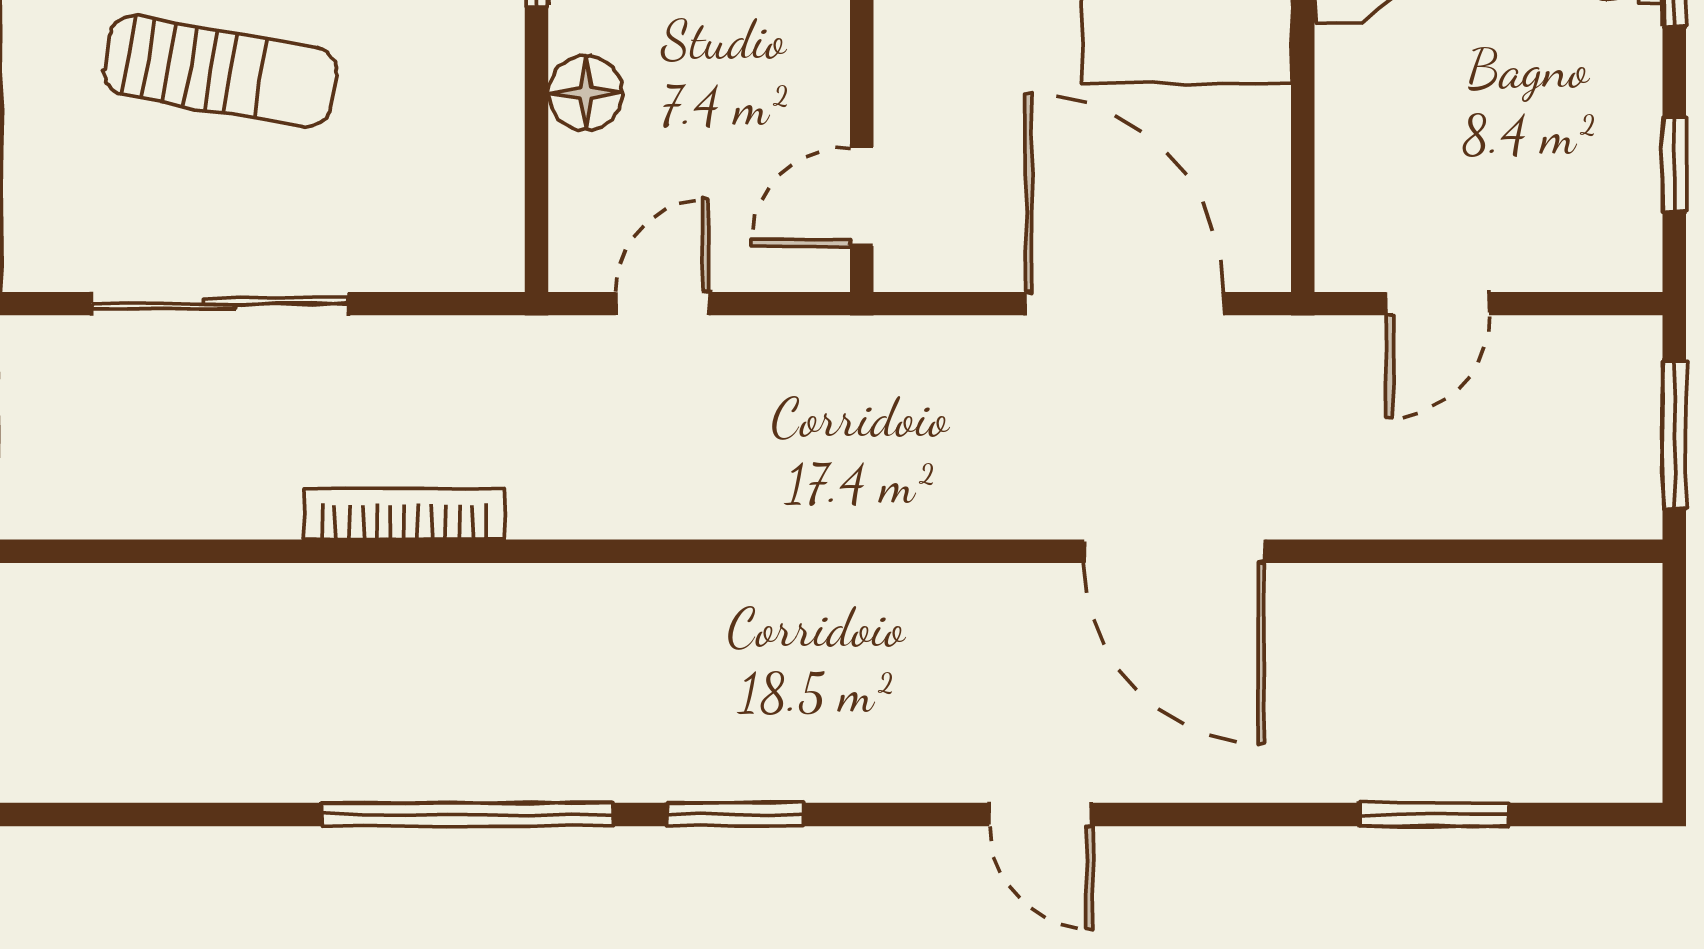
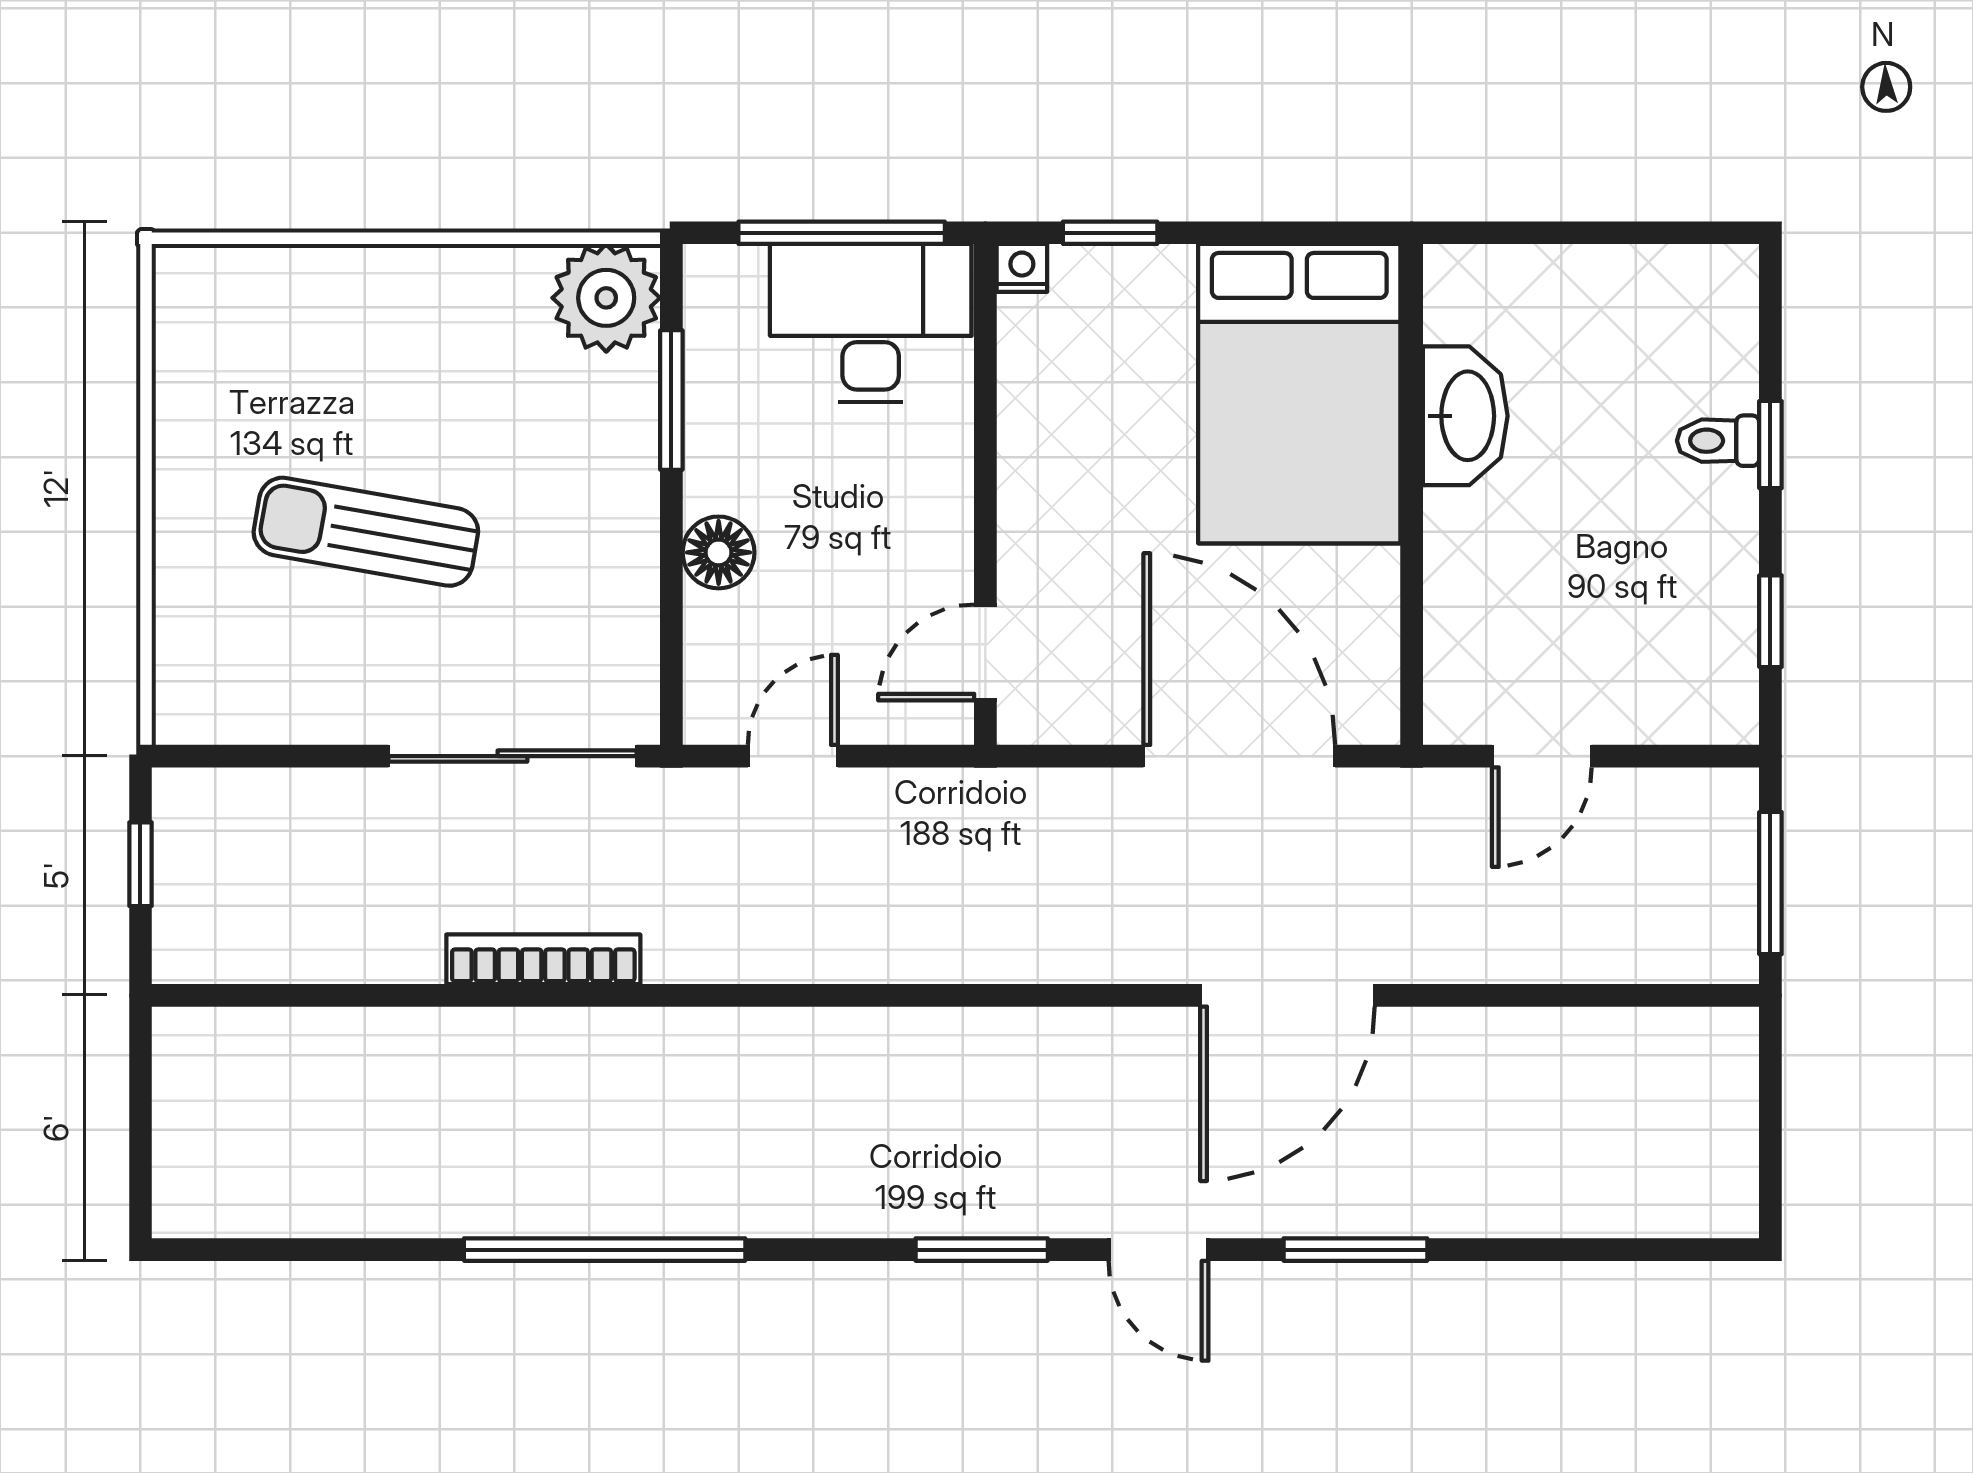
sun lounger: (220, 71) -> (366, 532), turned 180
sliding door: (220, 304) -> (512, 756), moved
door: (1174, 551) -> (1287, 995), hinge flipped
window: (735, 814) -> (982, 1250), moved
window: (1434, 814) -> (1355, 1250), moved

